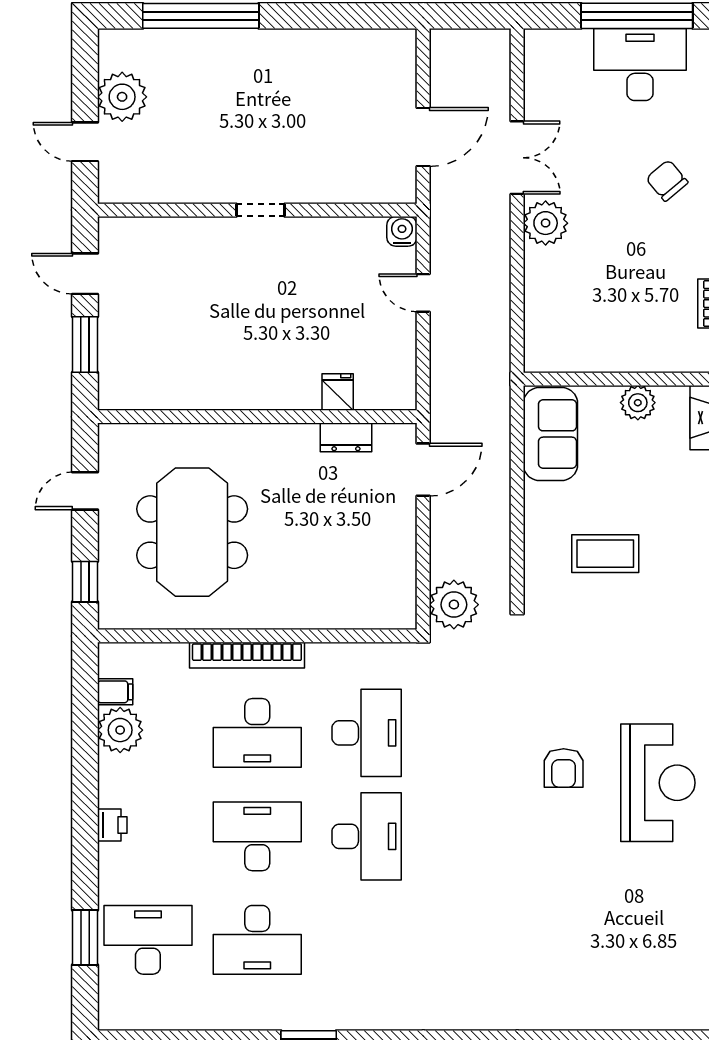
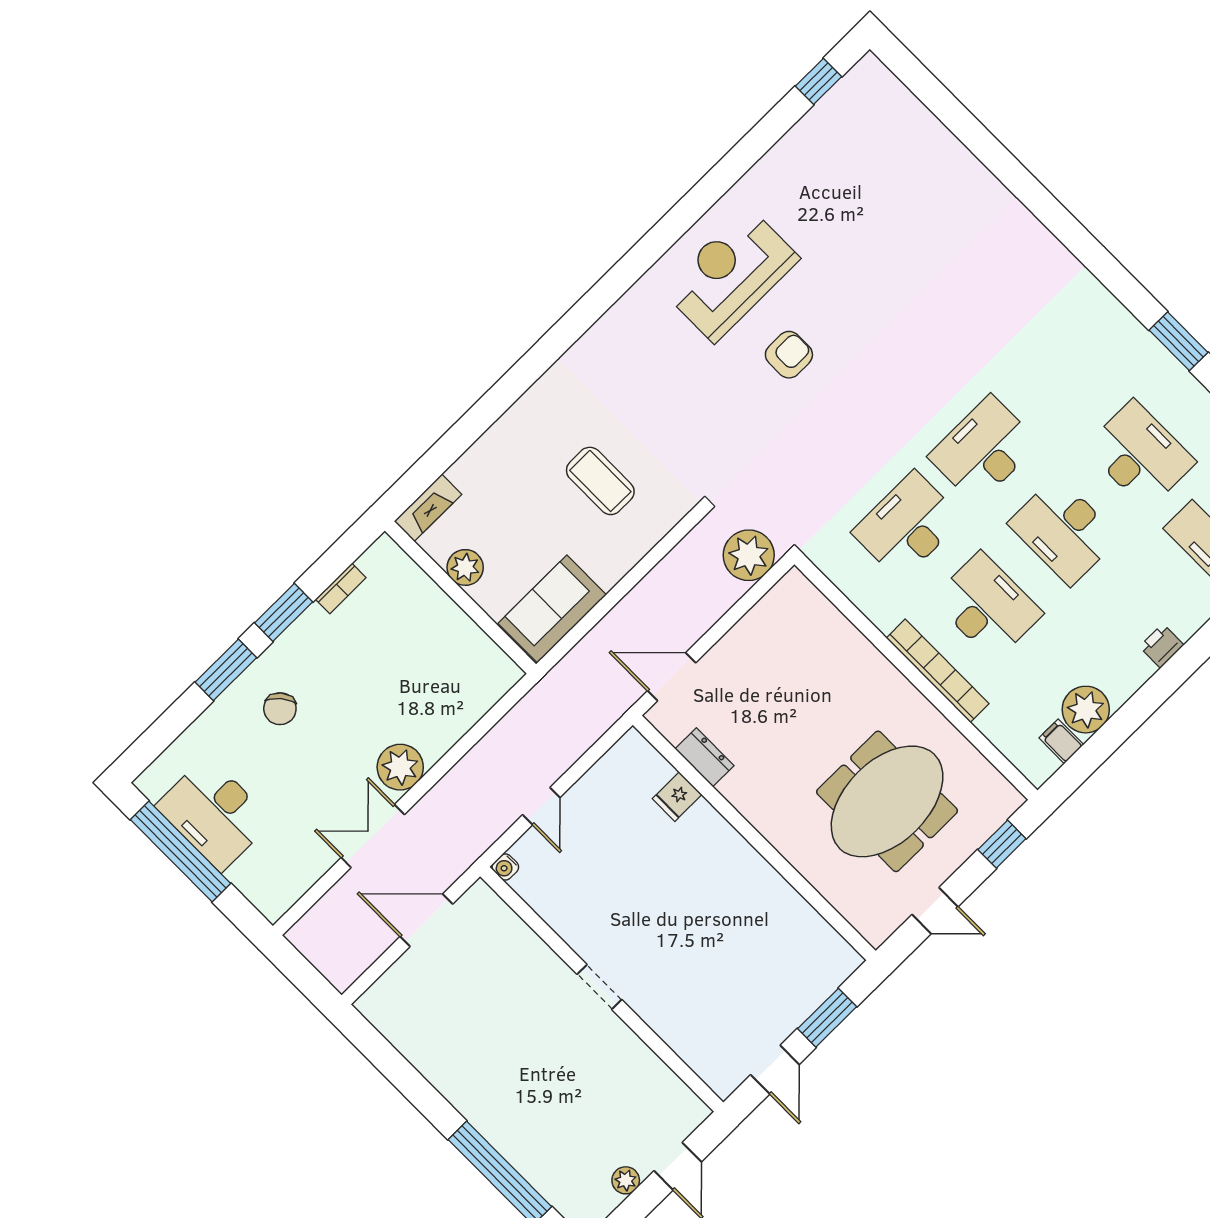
plant: (122, 97) -> (626, 1180), width x0.53, depth x0.53
water cooler: (402, 231) -> (505, 867), width x0.72, depth x0.72

